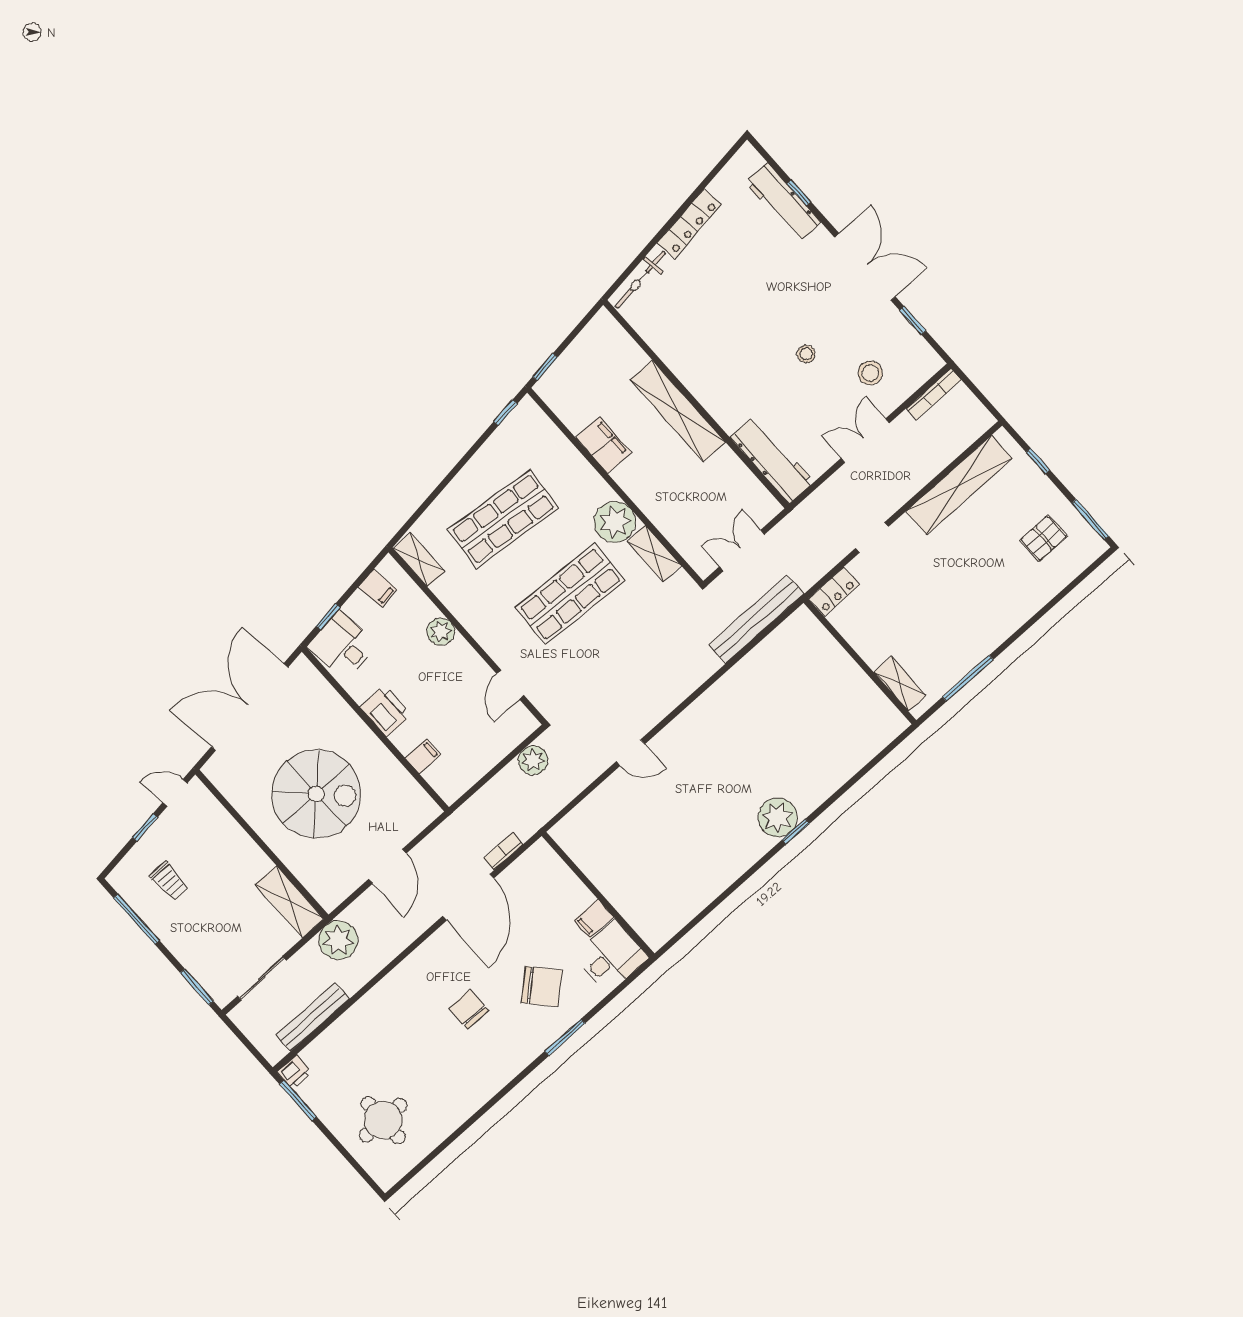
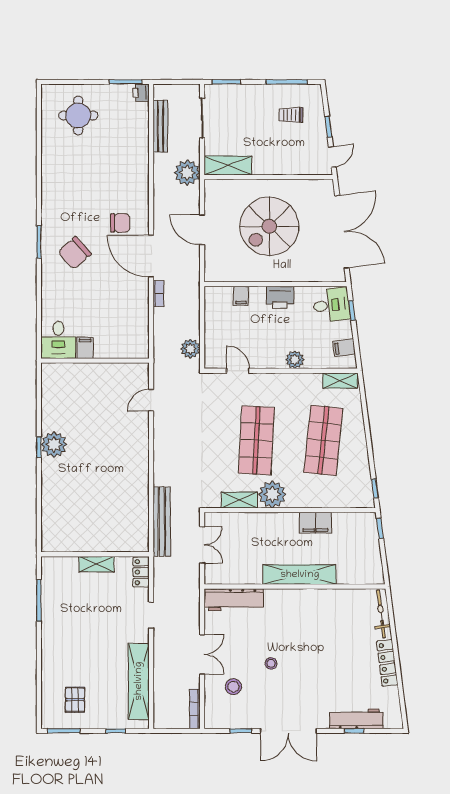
shelving: (900, 684) -> (96, 564), moved
wall: (598, 895) -> (95, 361), moved
filing cabinet: (594, 919) -> (85, 348), moved
desk: (612, 957) -> (58, 340), moved
chair: (469, 1009) -> (120, 223), moved

